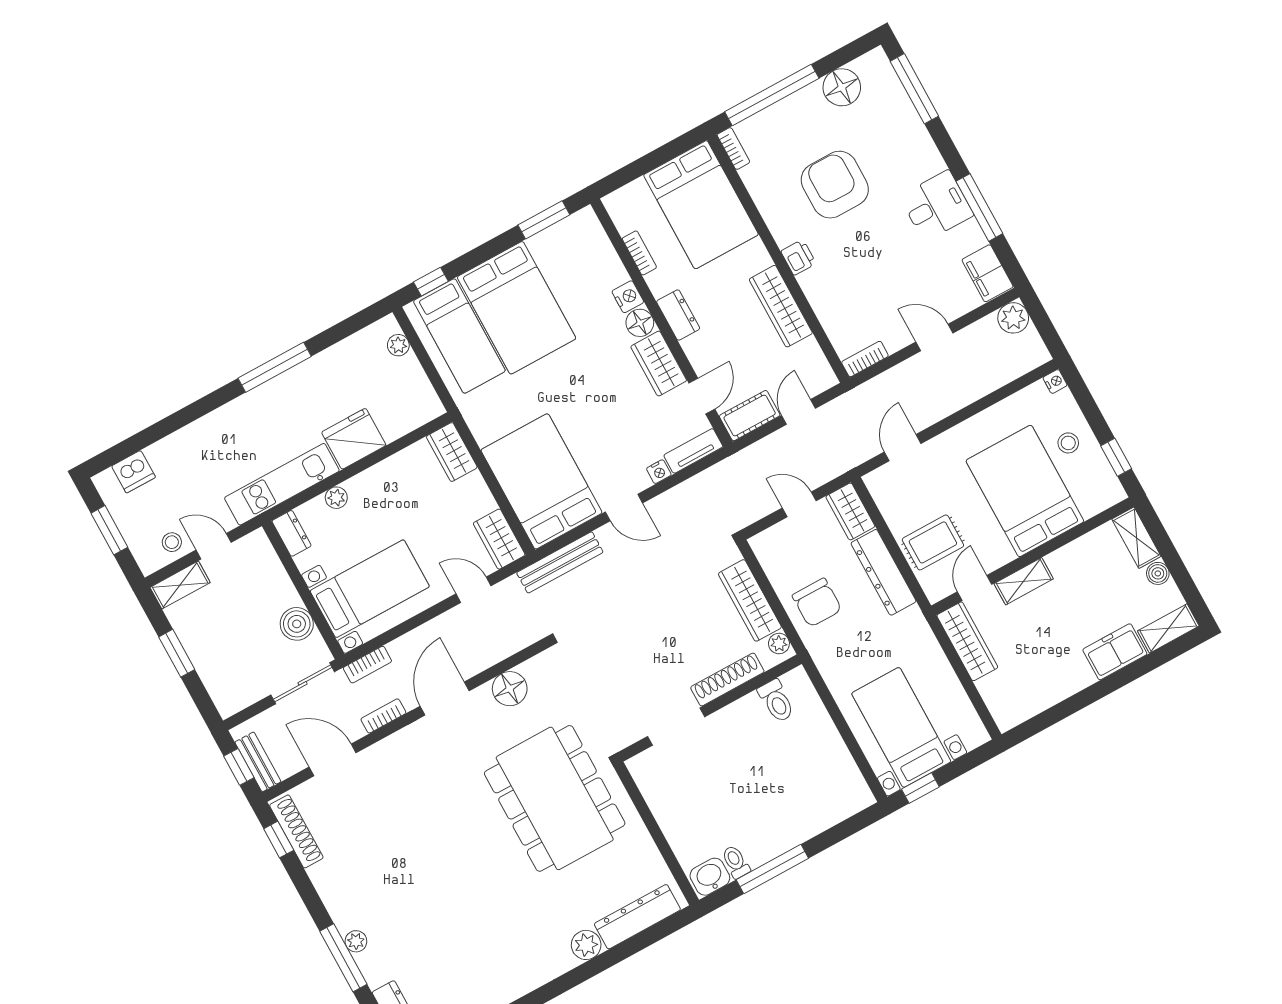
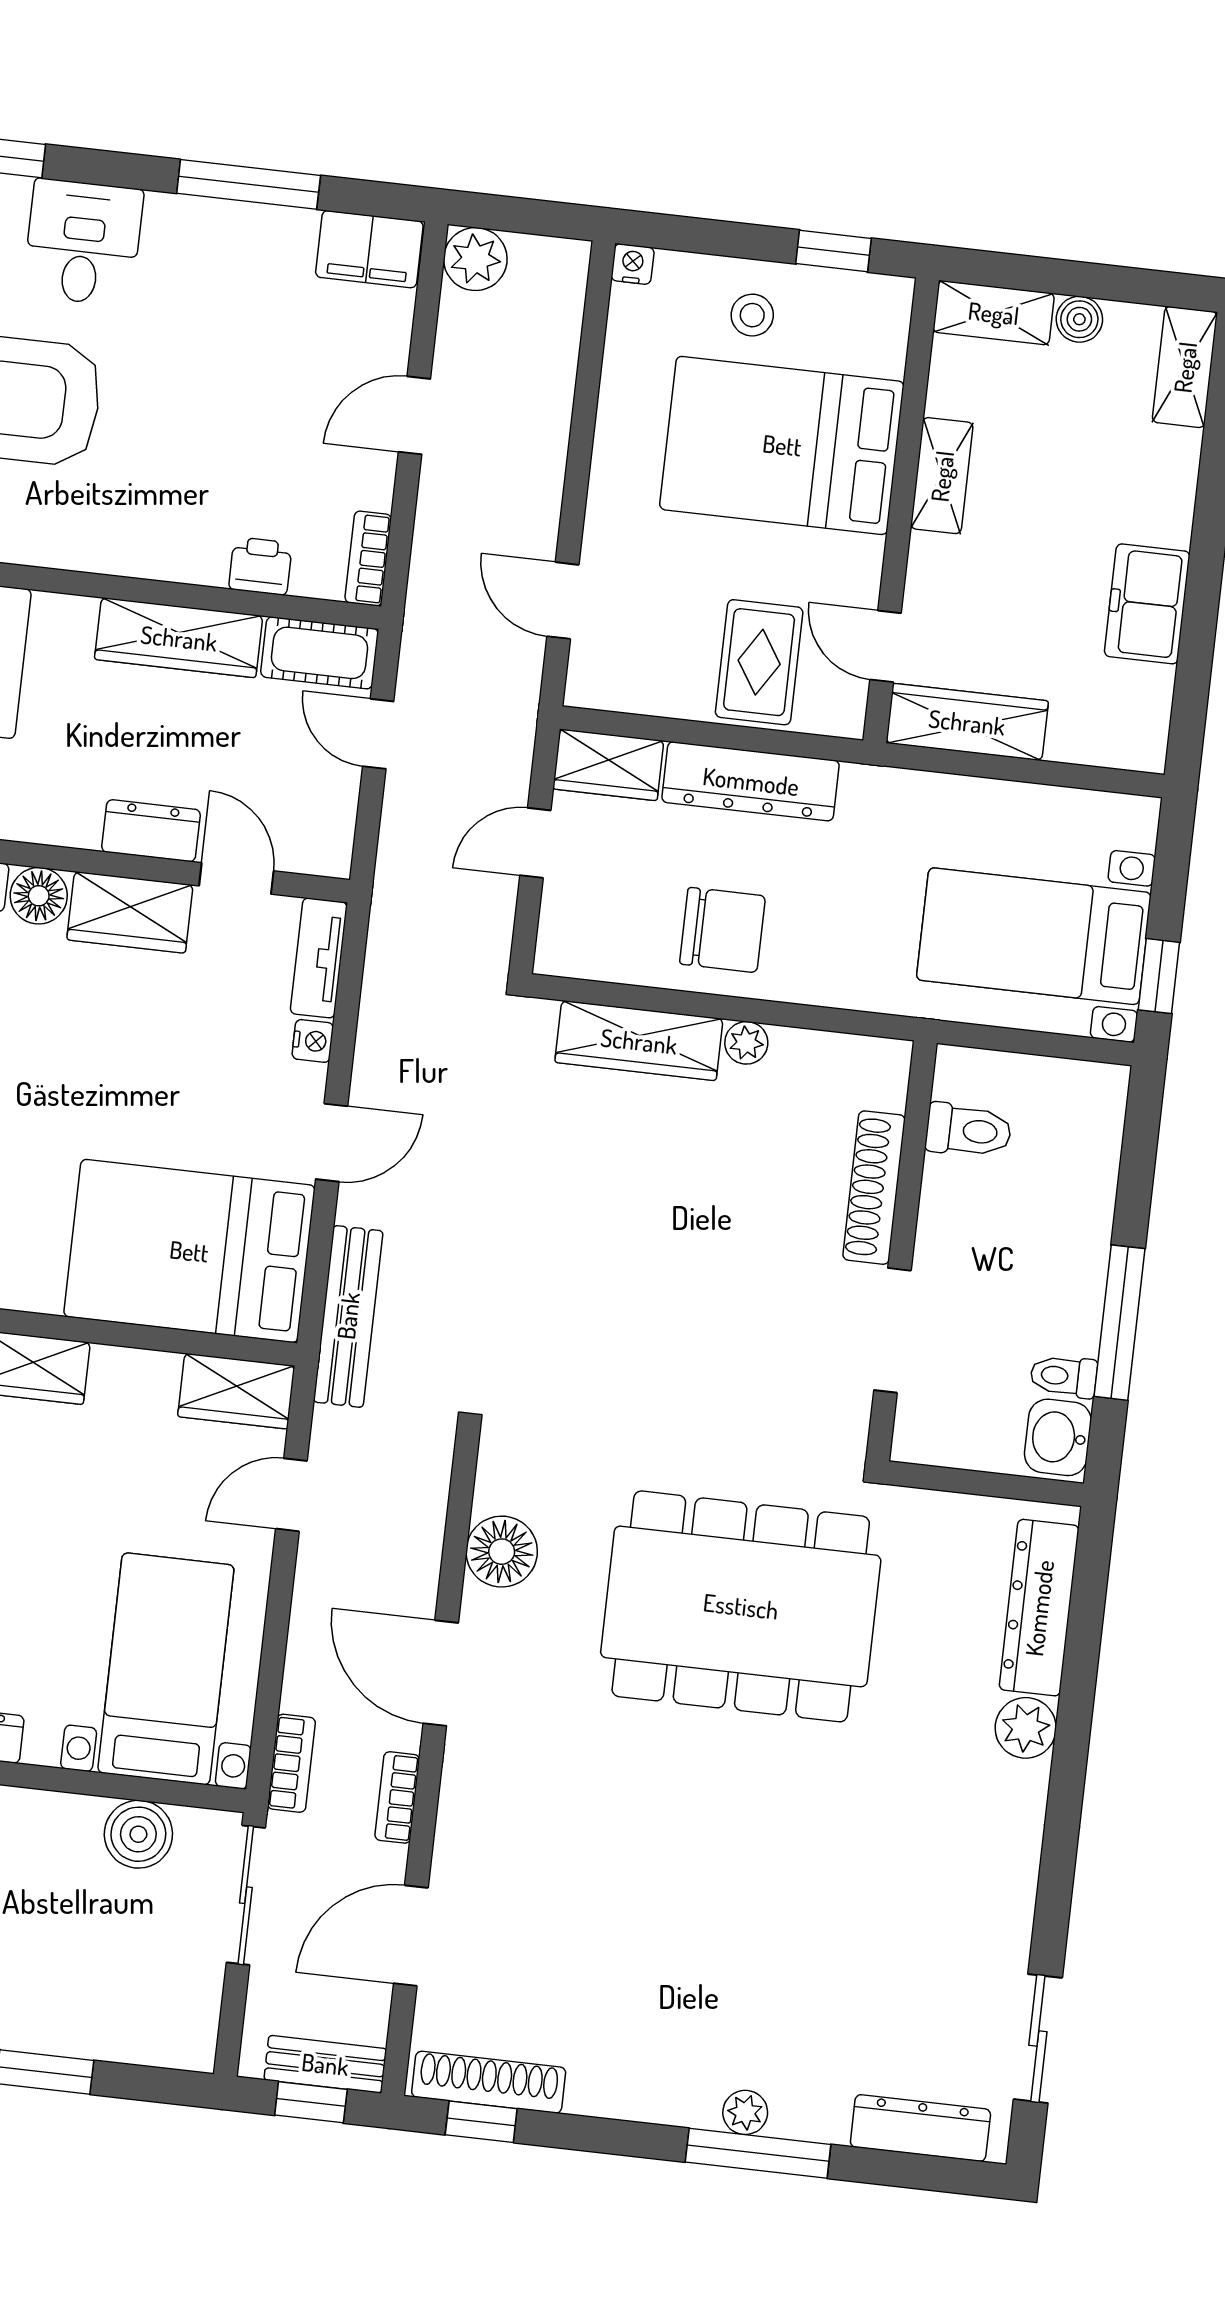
desk: (937, 206) -> (83, 242), moved
printer: (798, 257) -> (260, 566), moved
dresser: (678, 315) -> (151, 831), moved
cot: (750, 416) -> (320, 653), moved, turned 90
shelving: (1024, 581) -> (942, 476), moved
freezer: (1115, 652) -> (1147, 604), moved
shoe rack: (727, 680) -> (874, 1188), moved
toilet: (776, 701) -> (969, 1130), moved
wall: (710, 708) -> (901, 1251), moved
doorway: (676, 727) -> (892, 1330), moved

